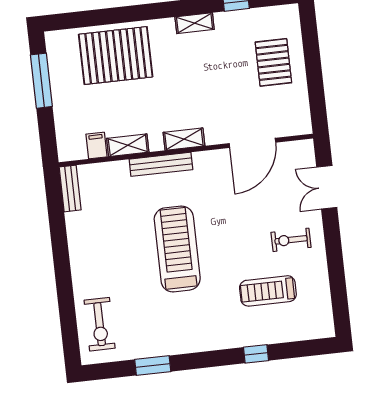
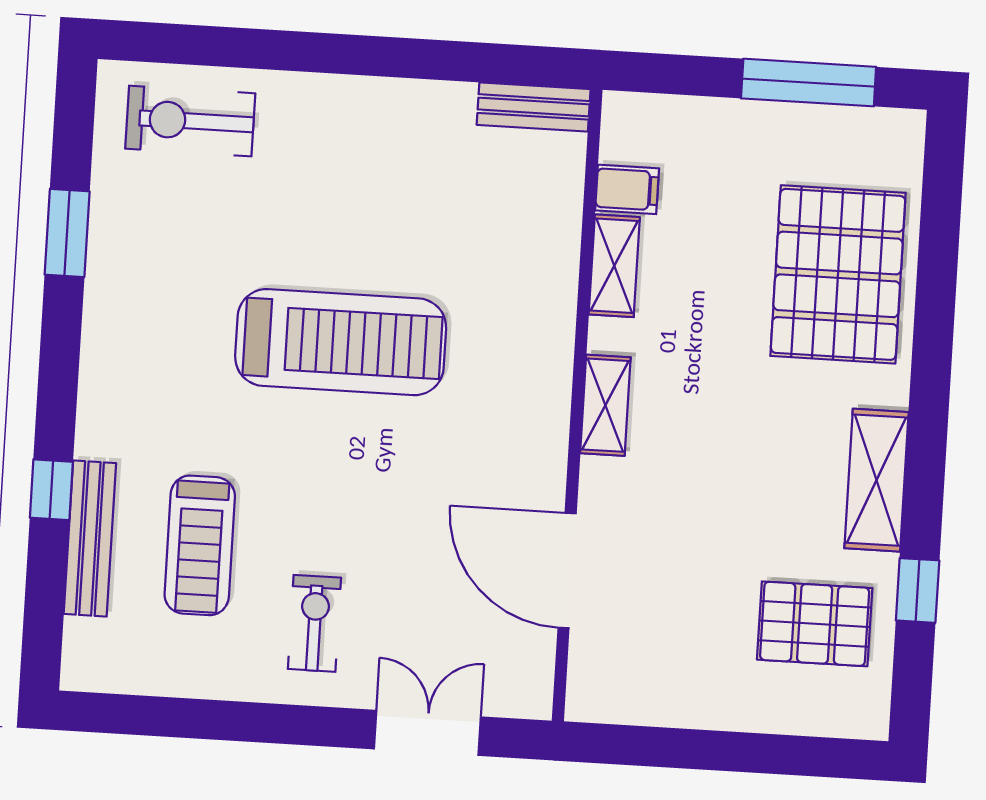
shelving: (195, 23) -> (876, 480), width x1.50, depth x1.33
pallet: (273, 62) -> (815, 624), moved
bench: (161, 164) -> (90, 539), moved
treadmill: (268, 291) -> (200, 545), turned 180

